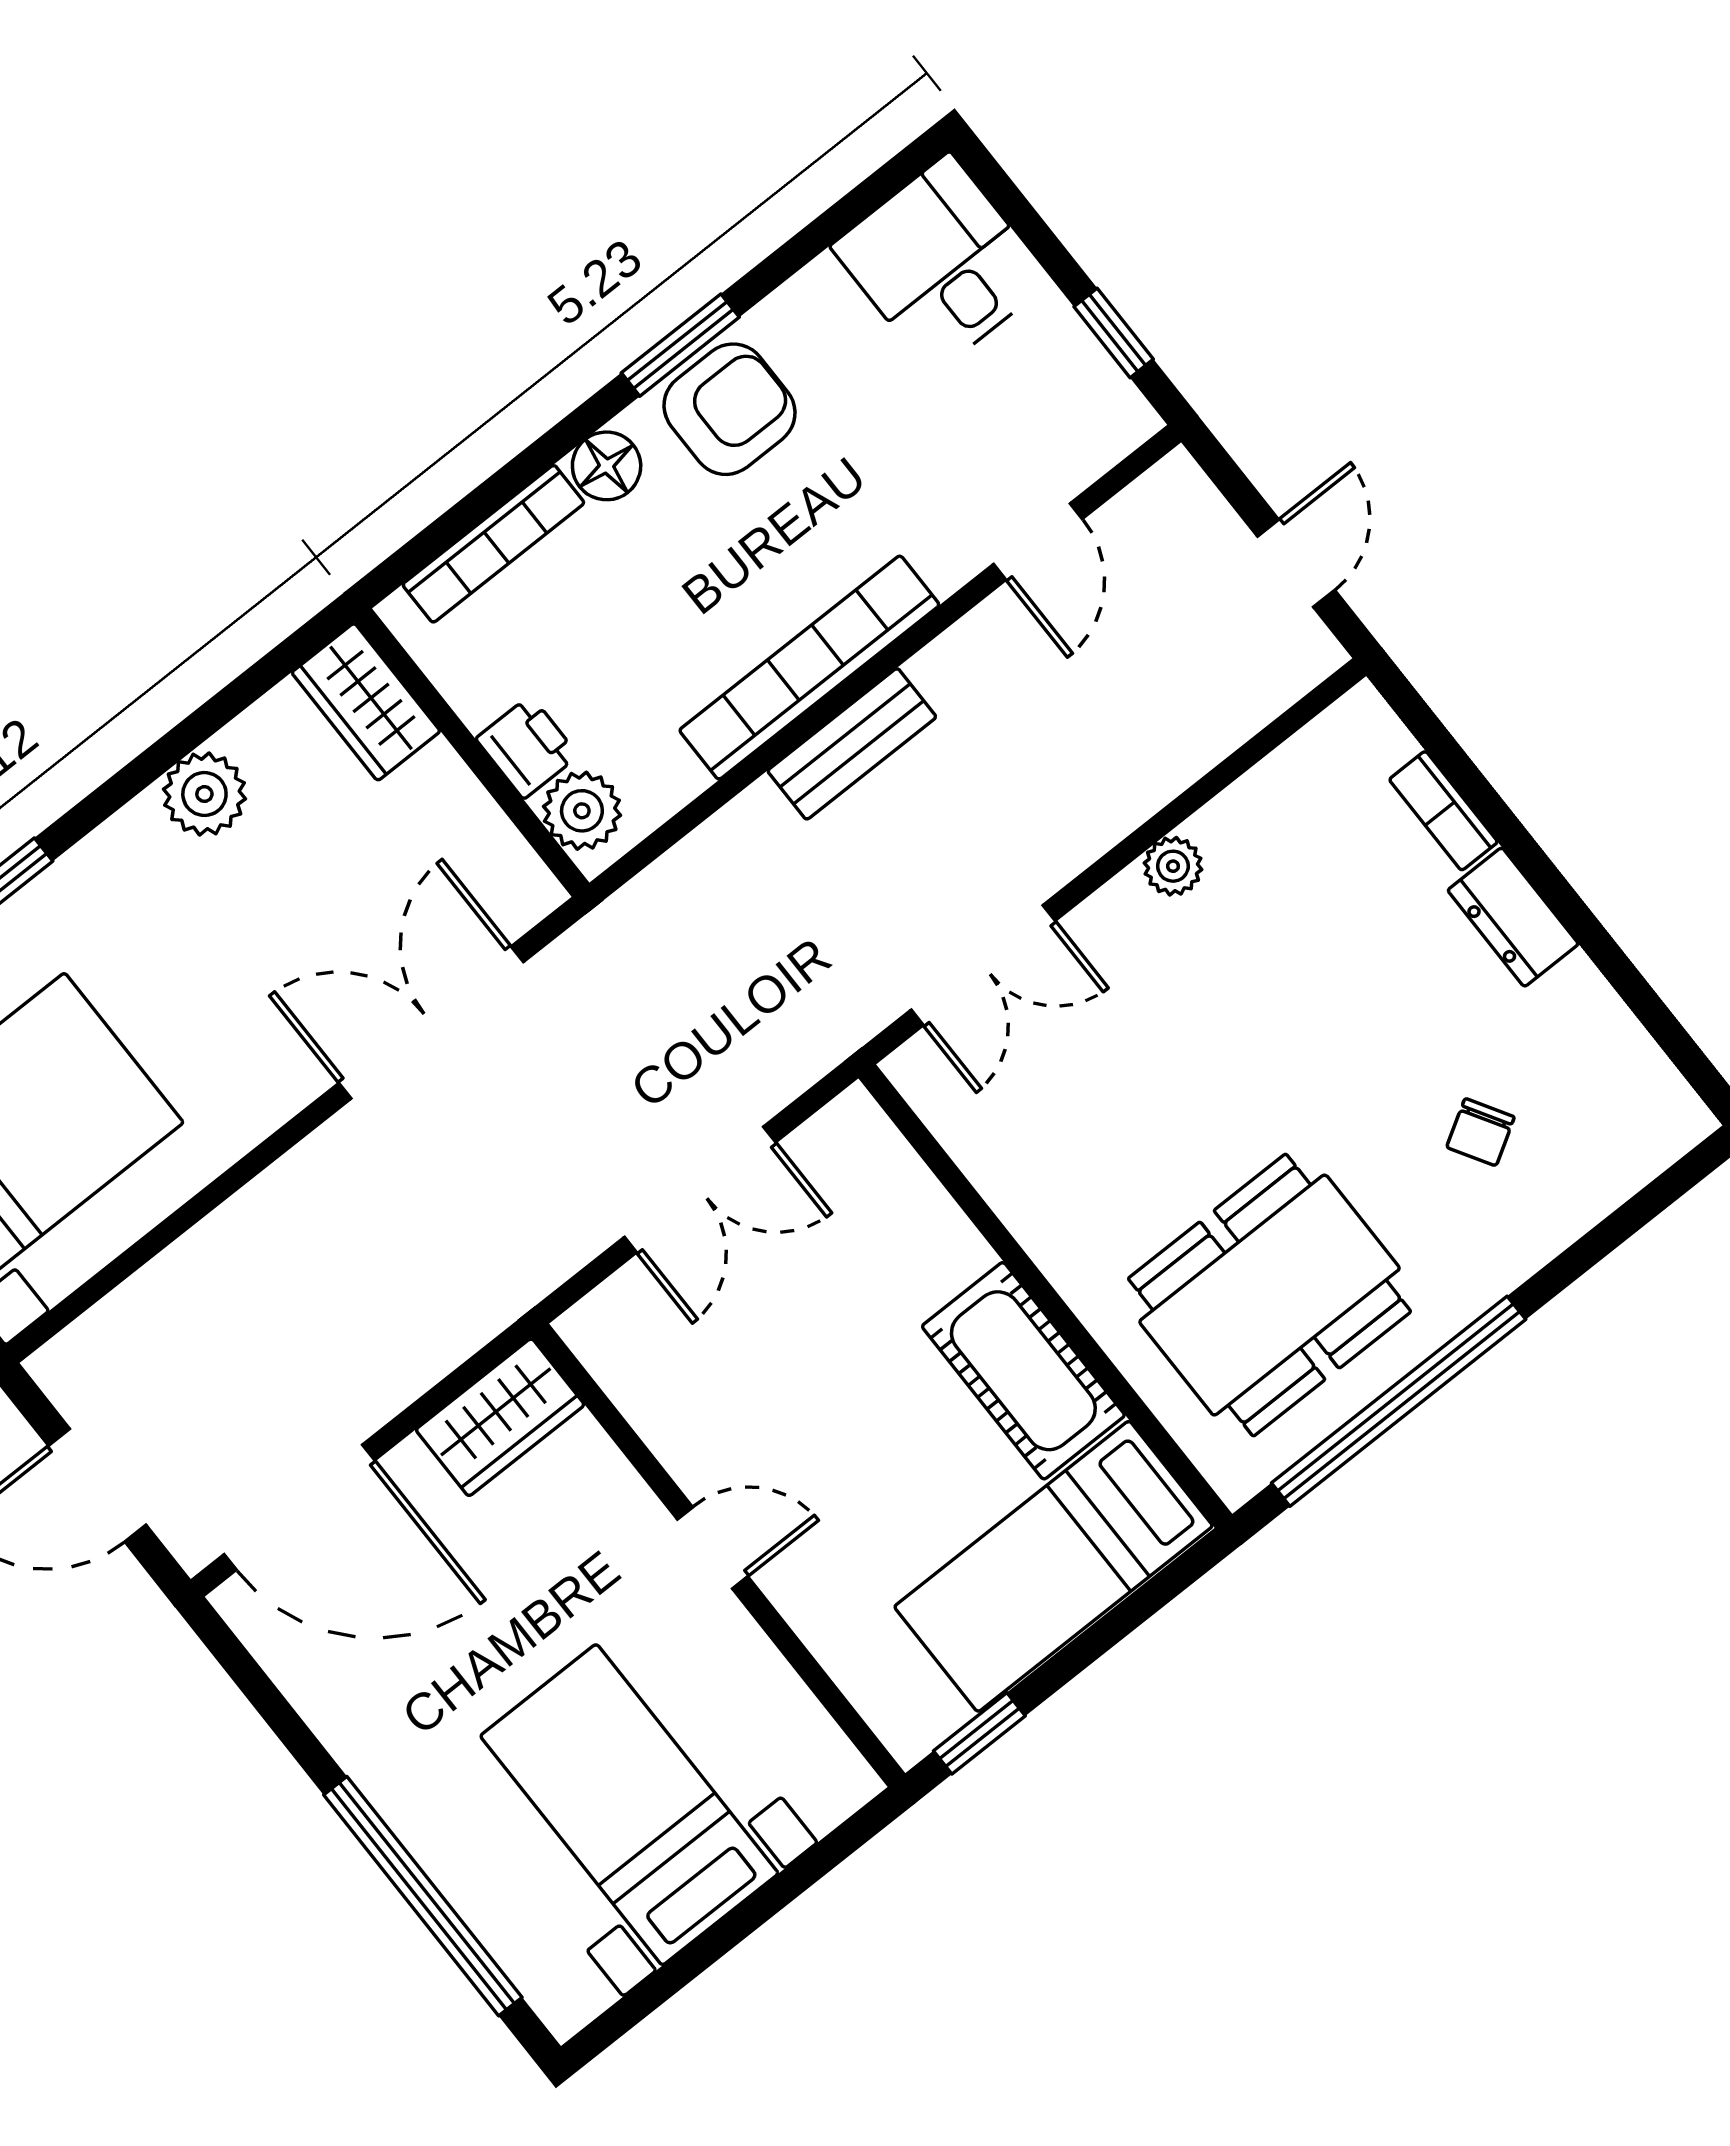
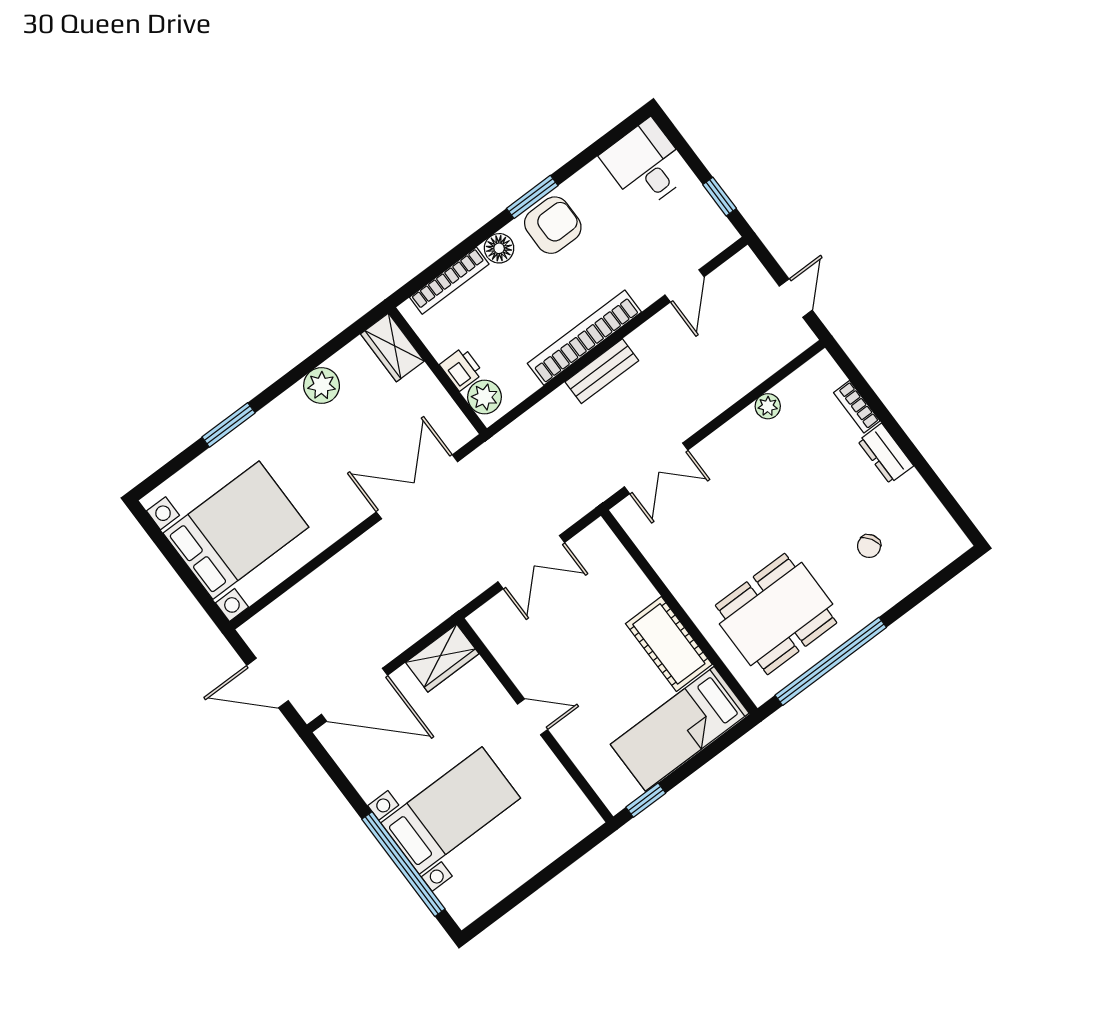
plant: (1173, 866) -> (768, 406), moved
bed with nightstands: (629, 1805) -> (451, 811), moved, turned 90

